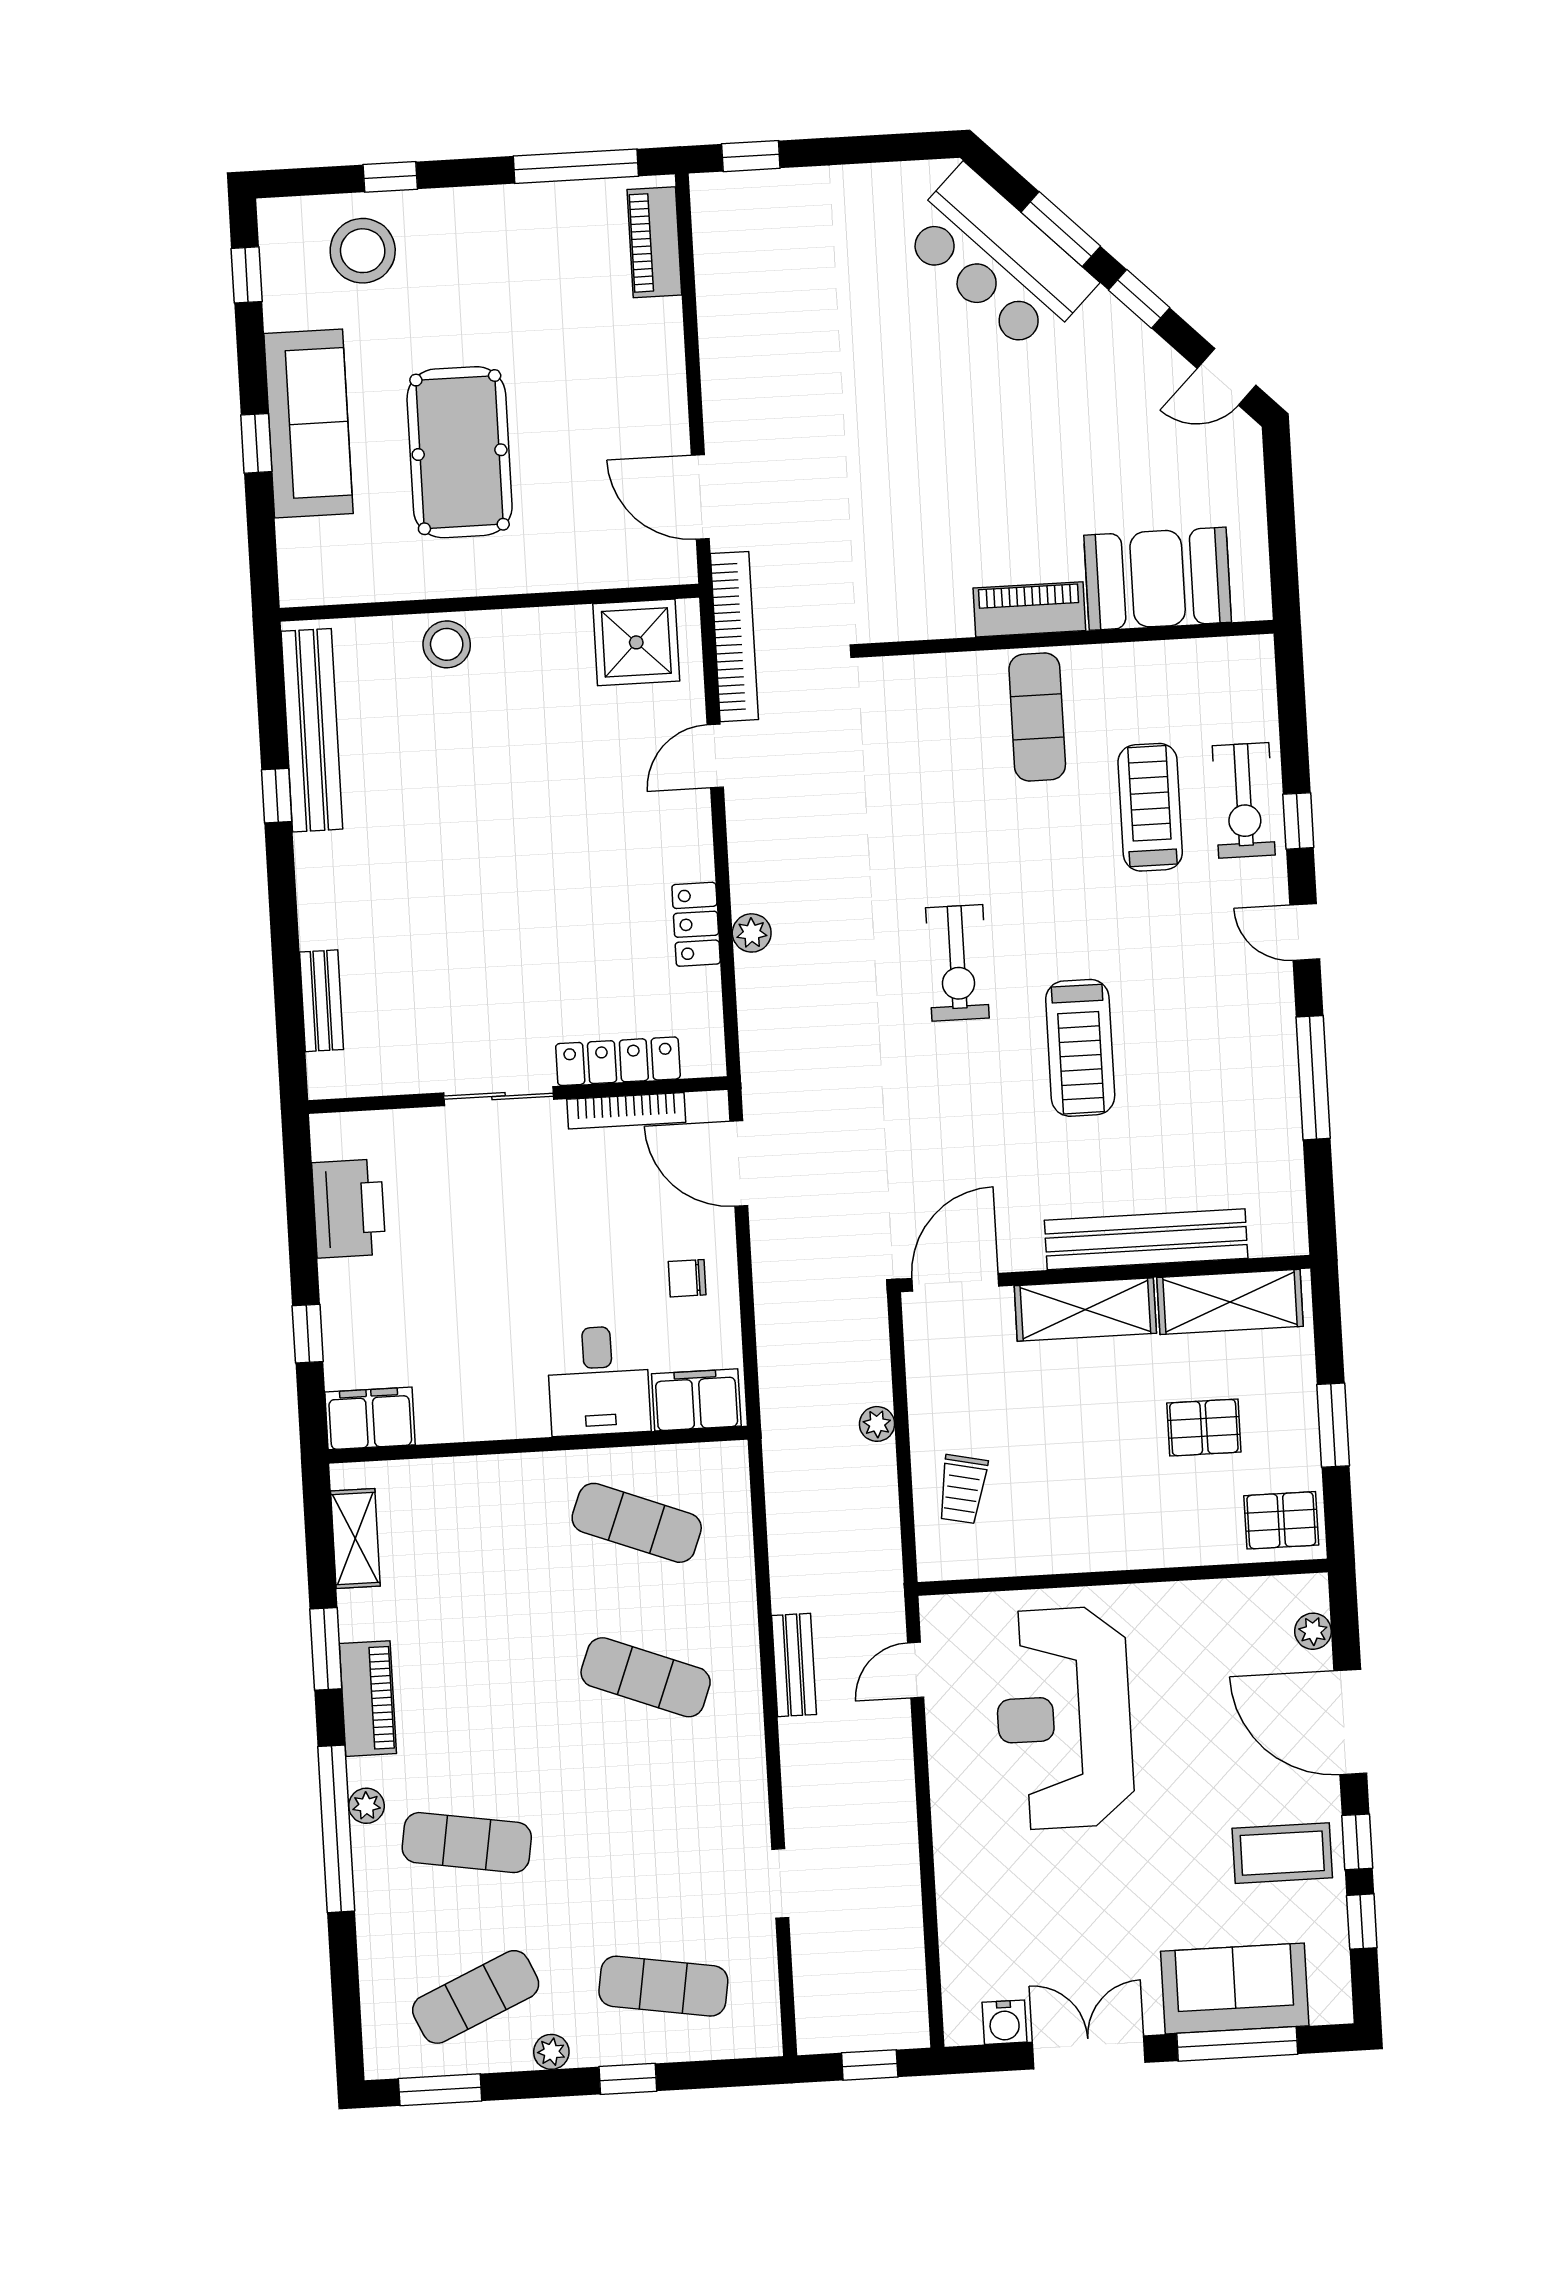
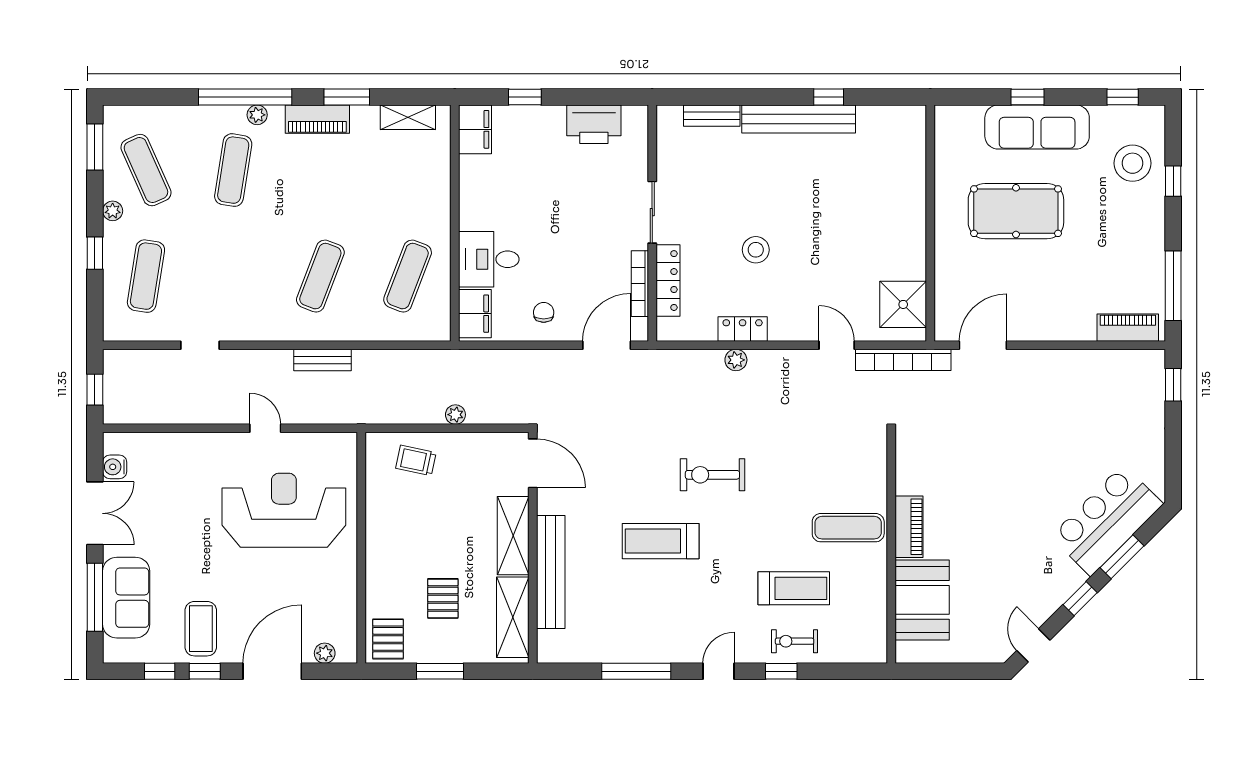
stool: (447, 644) -> (756, 250), moved
bench: (312, 730) -> (799, 119), moved
exercise bike: (1244, 800) -> (795, 641), width x0.73, depth x0.72
door: (916, 1670) -> (265, 428), moved

